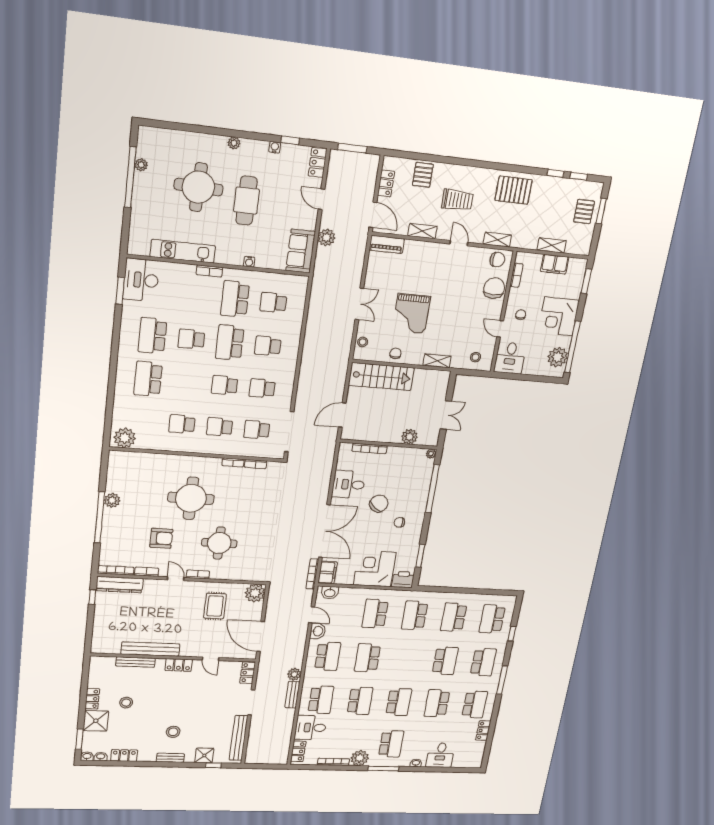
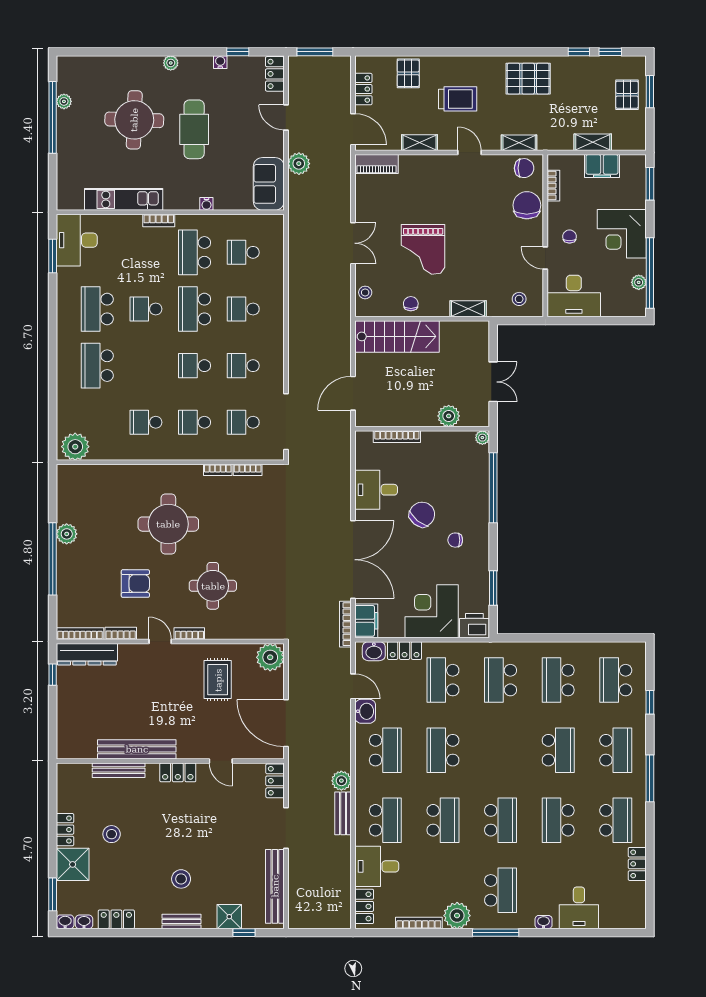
plant: (558, 357) -> (639, 282), width x0.53, depth x0.53
desk: (510, 358) -> (574, 296), width x1.37
locker: (351, 593) -> (405, 651), added

